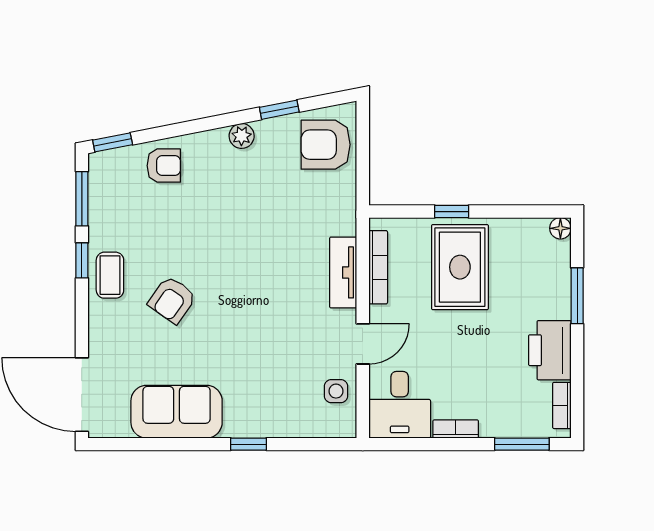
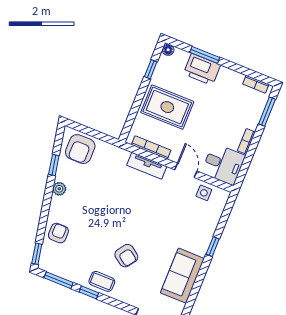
window: (452, 212) -> (151, 69), moved
printer: (550, 350) -> (202, 69), moved

